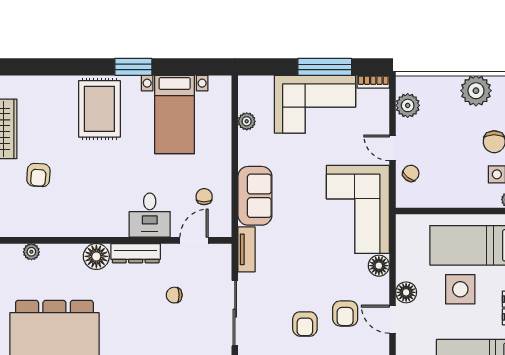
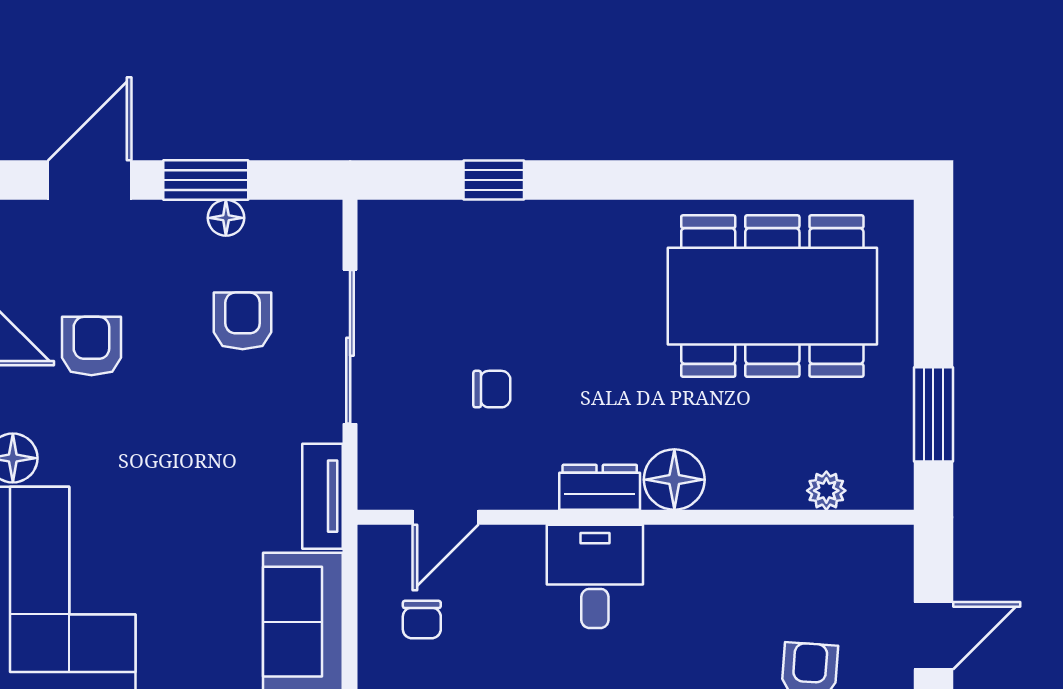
desk: (150, 215) -> (595, 576), moved
dresser: (136, 253) -> (600, 487), width x0.70
armchair: (305, 324) -> (243, 321), moved

